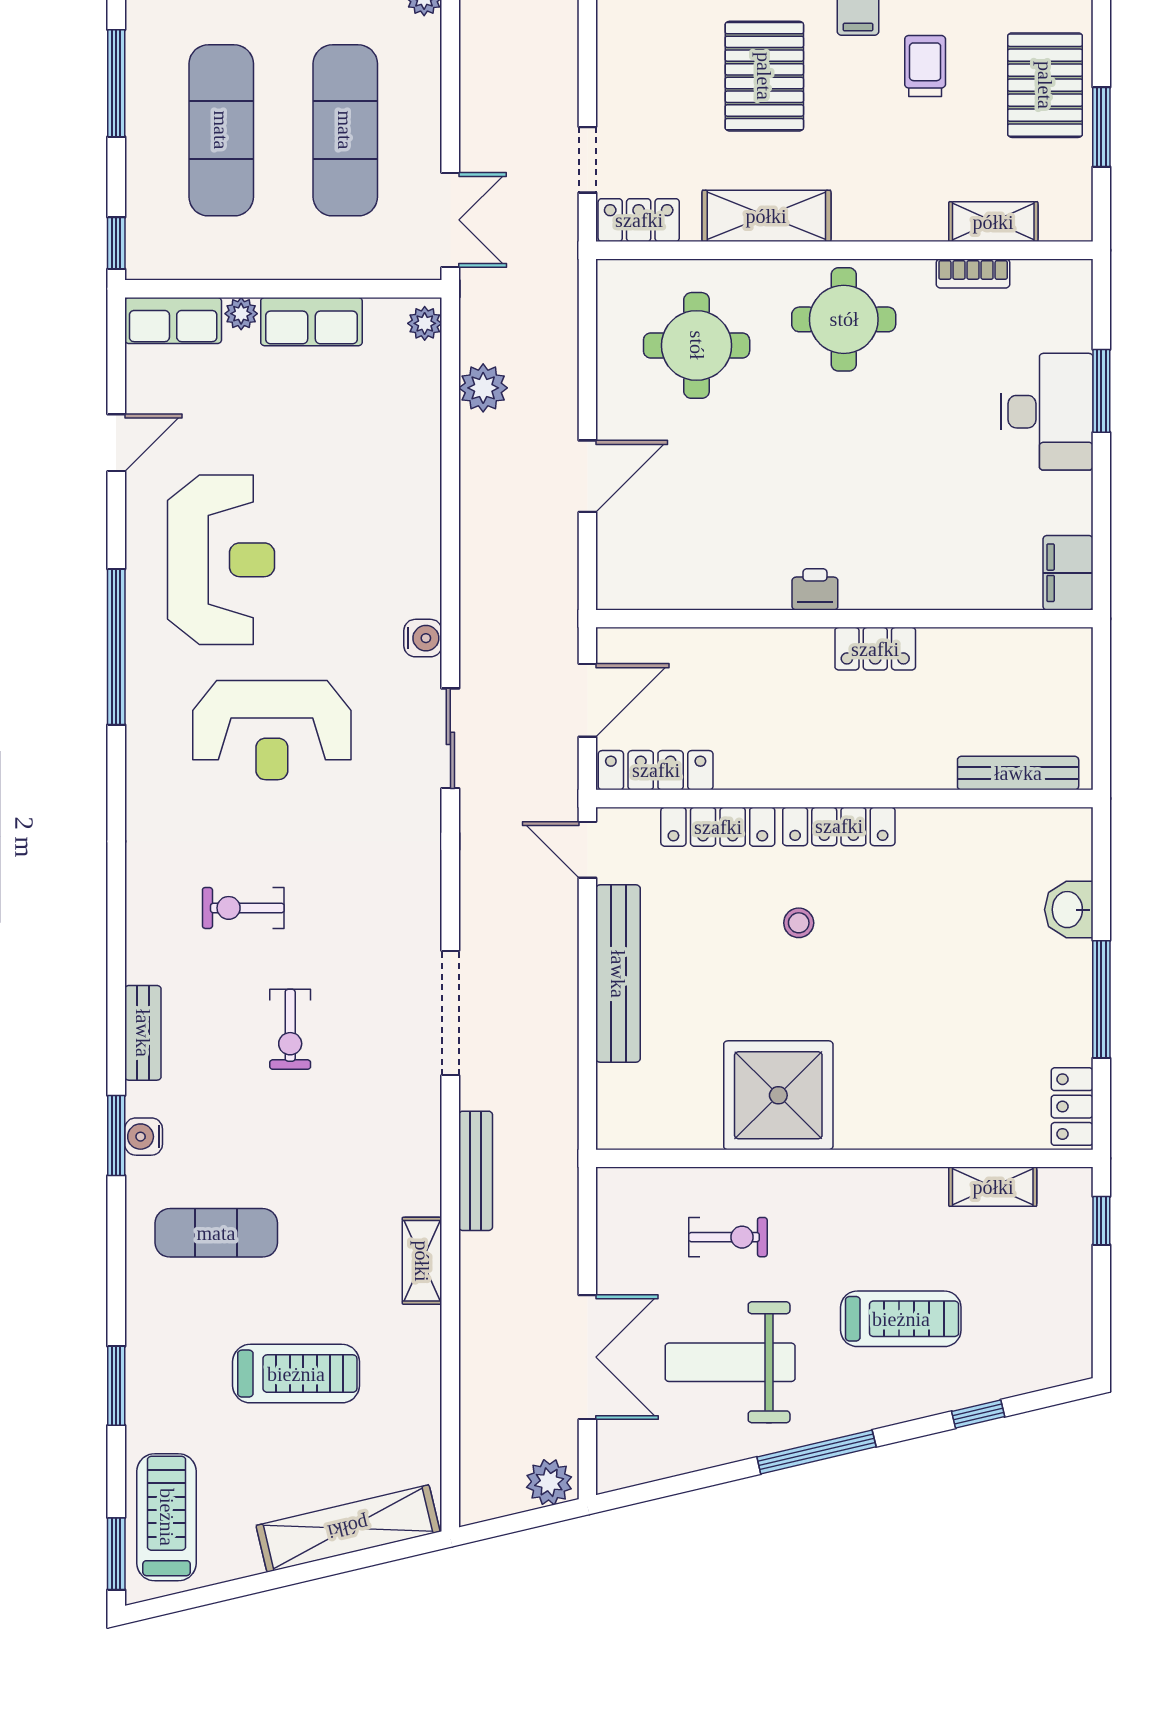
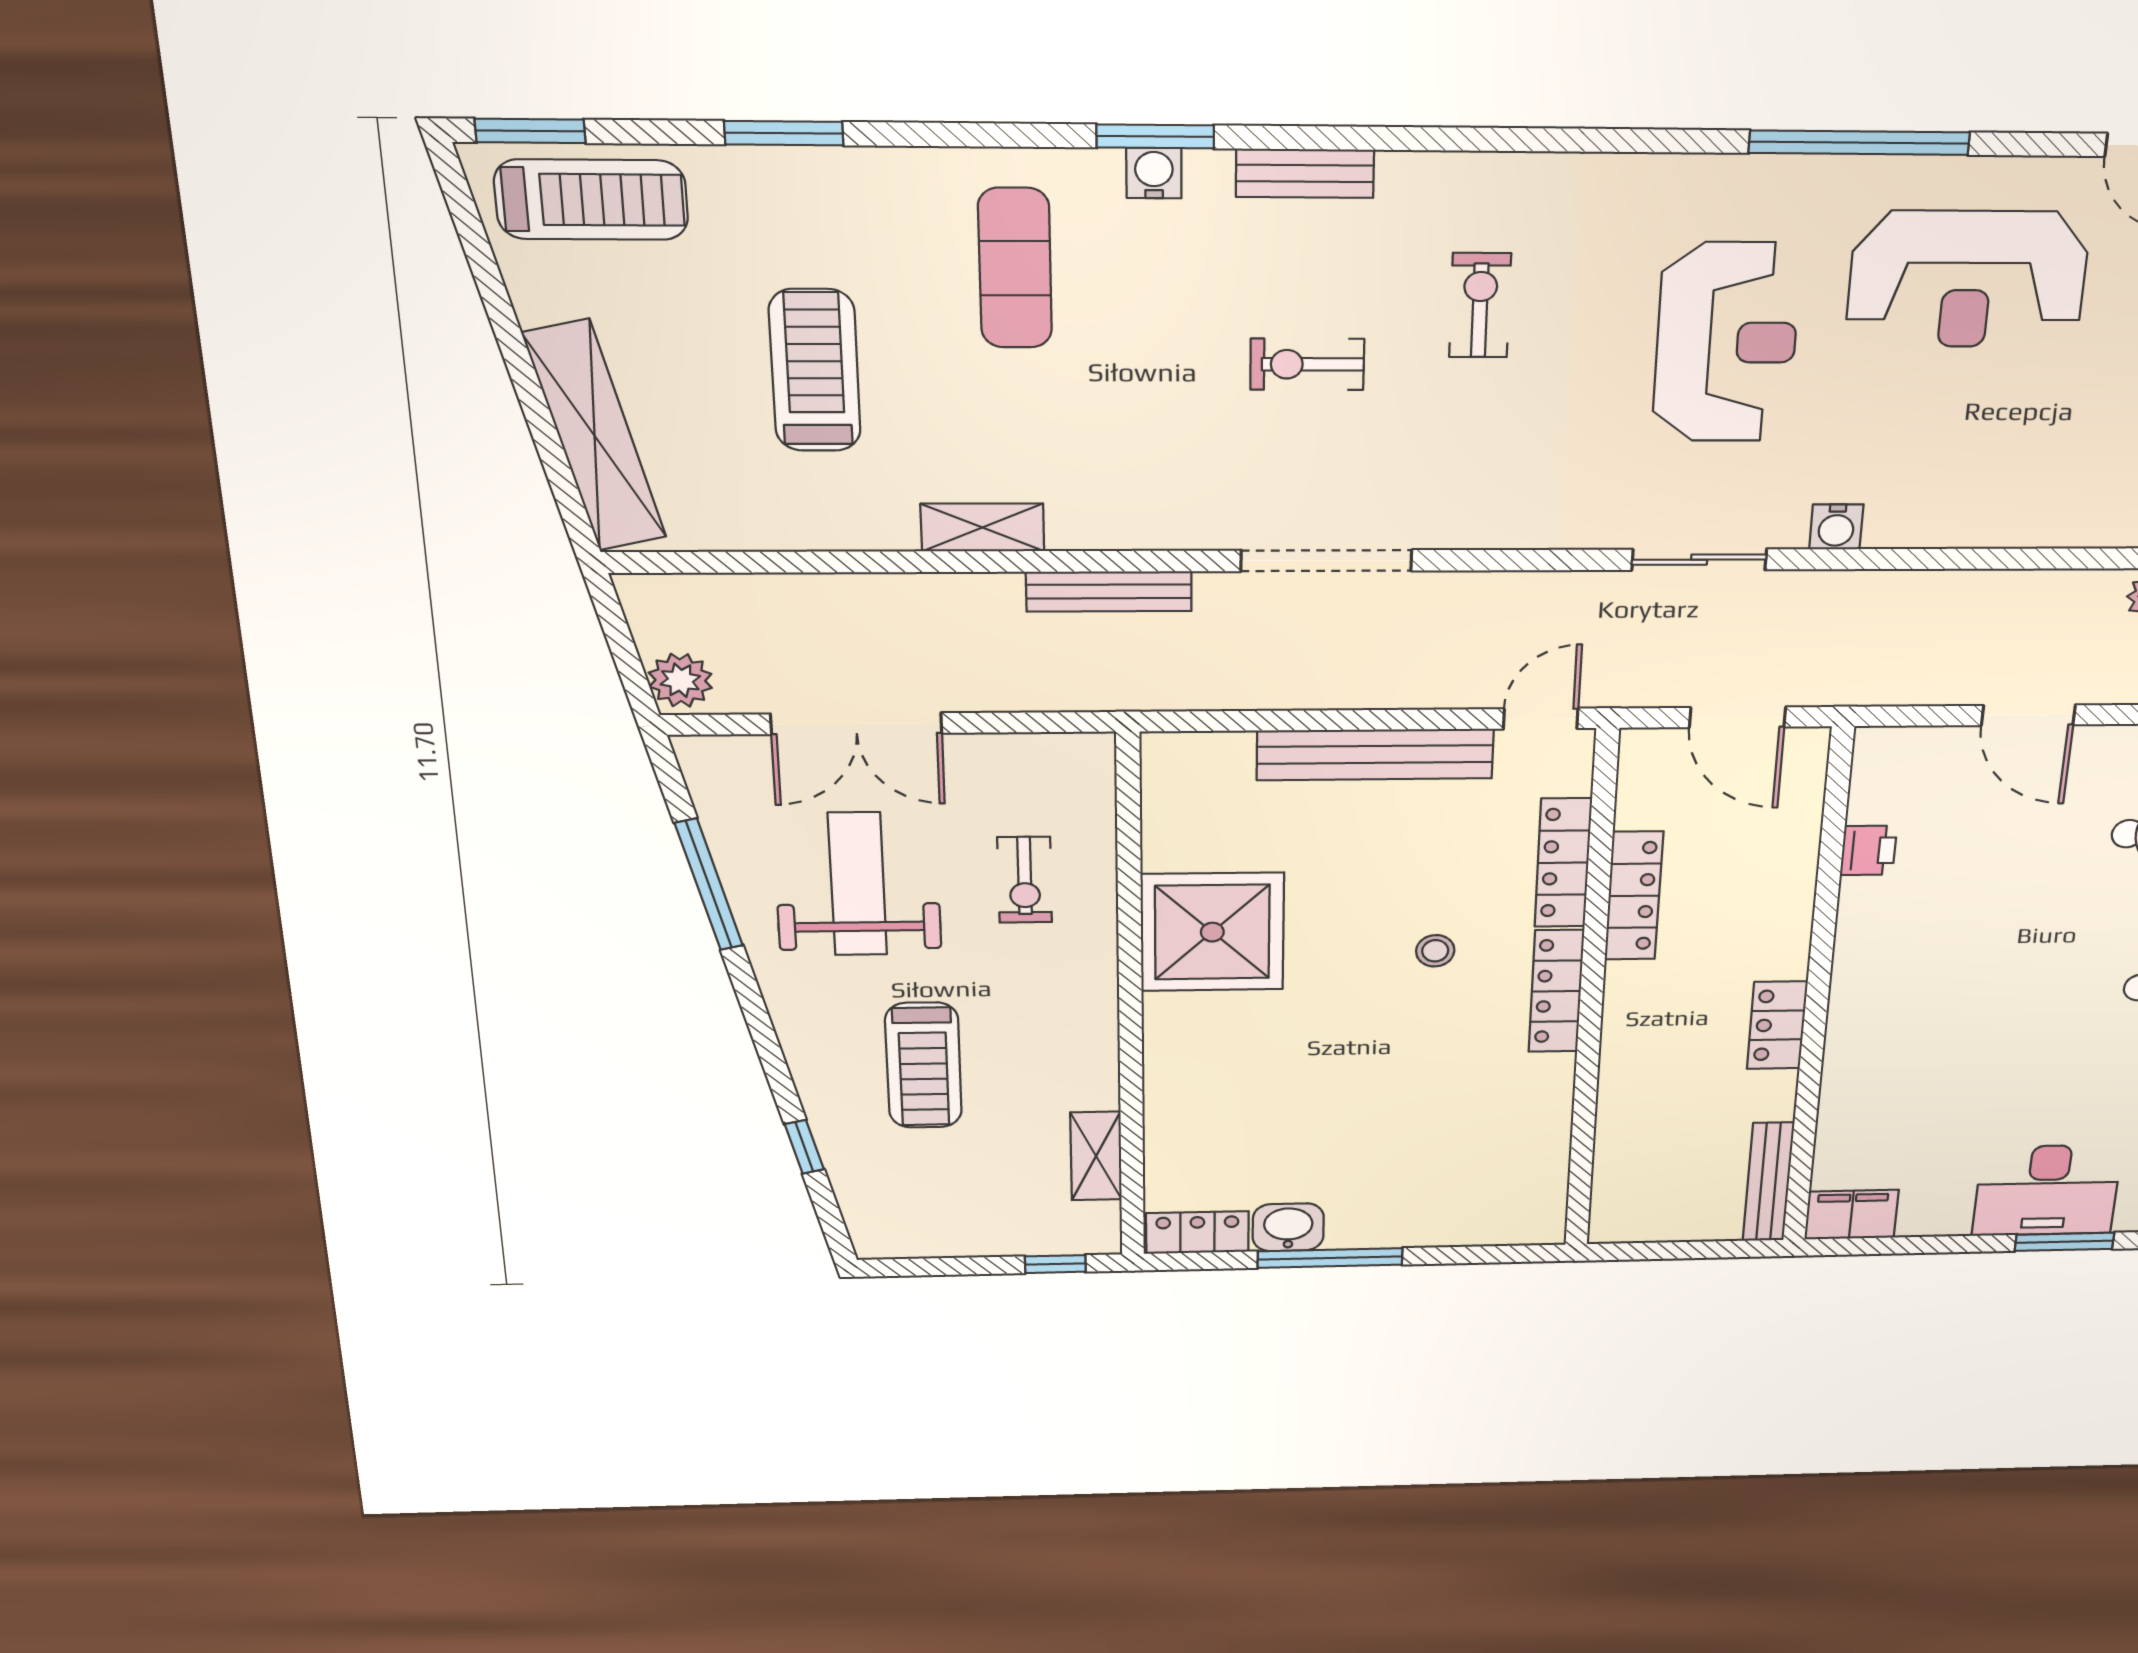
printer: (815, 589) -> (1868, 850), moved
reception desk: (272, 730) -> (1726, 342), turned 180
locker: (656, 770) -> (1634, 896), moved
bench: (1018, 773) -> (1768, 1182), moved
washbasin: (1069, 910) -> (1288, 1227), moved
treadmill: (296, 1374) -> (815, 370), turned 180
window: (816, 1452) -> (709, 885), moved

